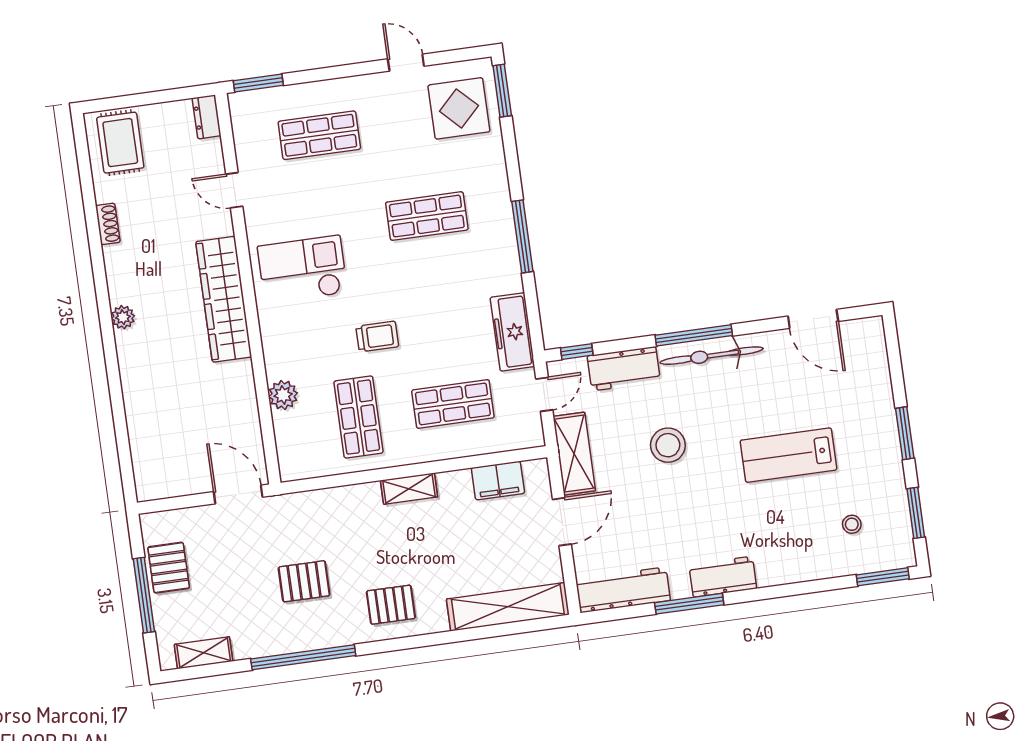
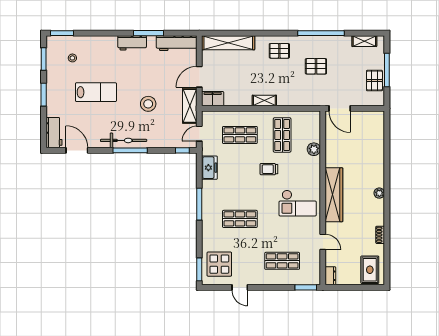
freezer: (512, 332) -> (209, 168), width x0.71
workbench: (624, 369) -> (54, 133), moved, turned 90
filing cabinet: (498, 481) -> (213, 99), moved

